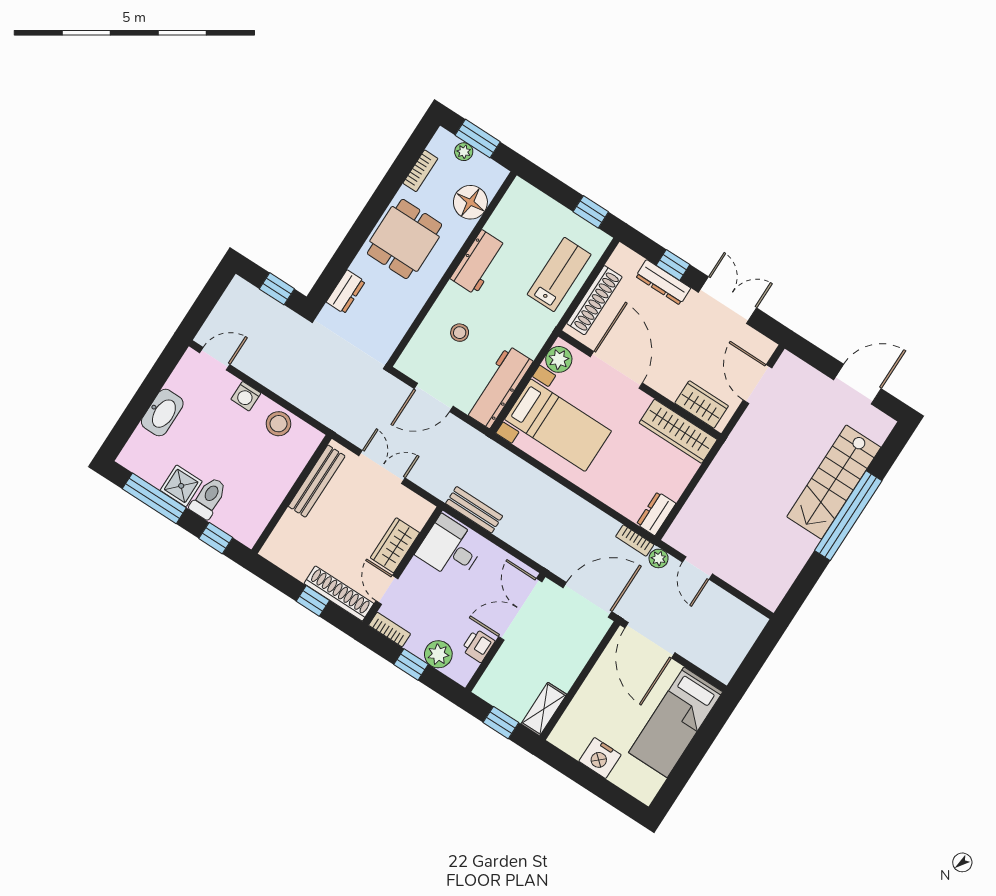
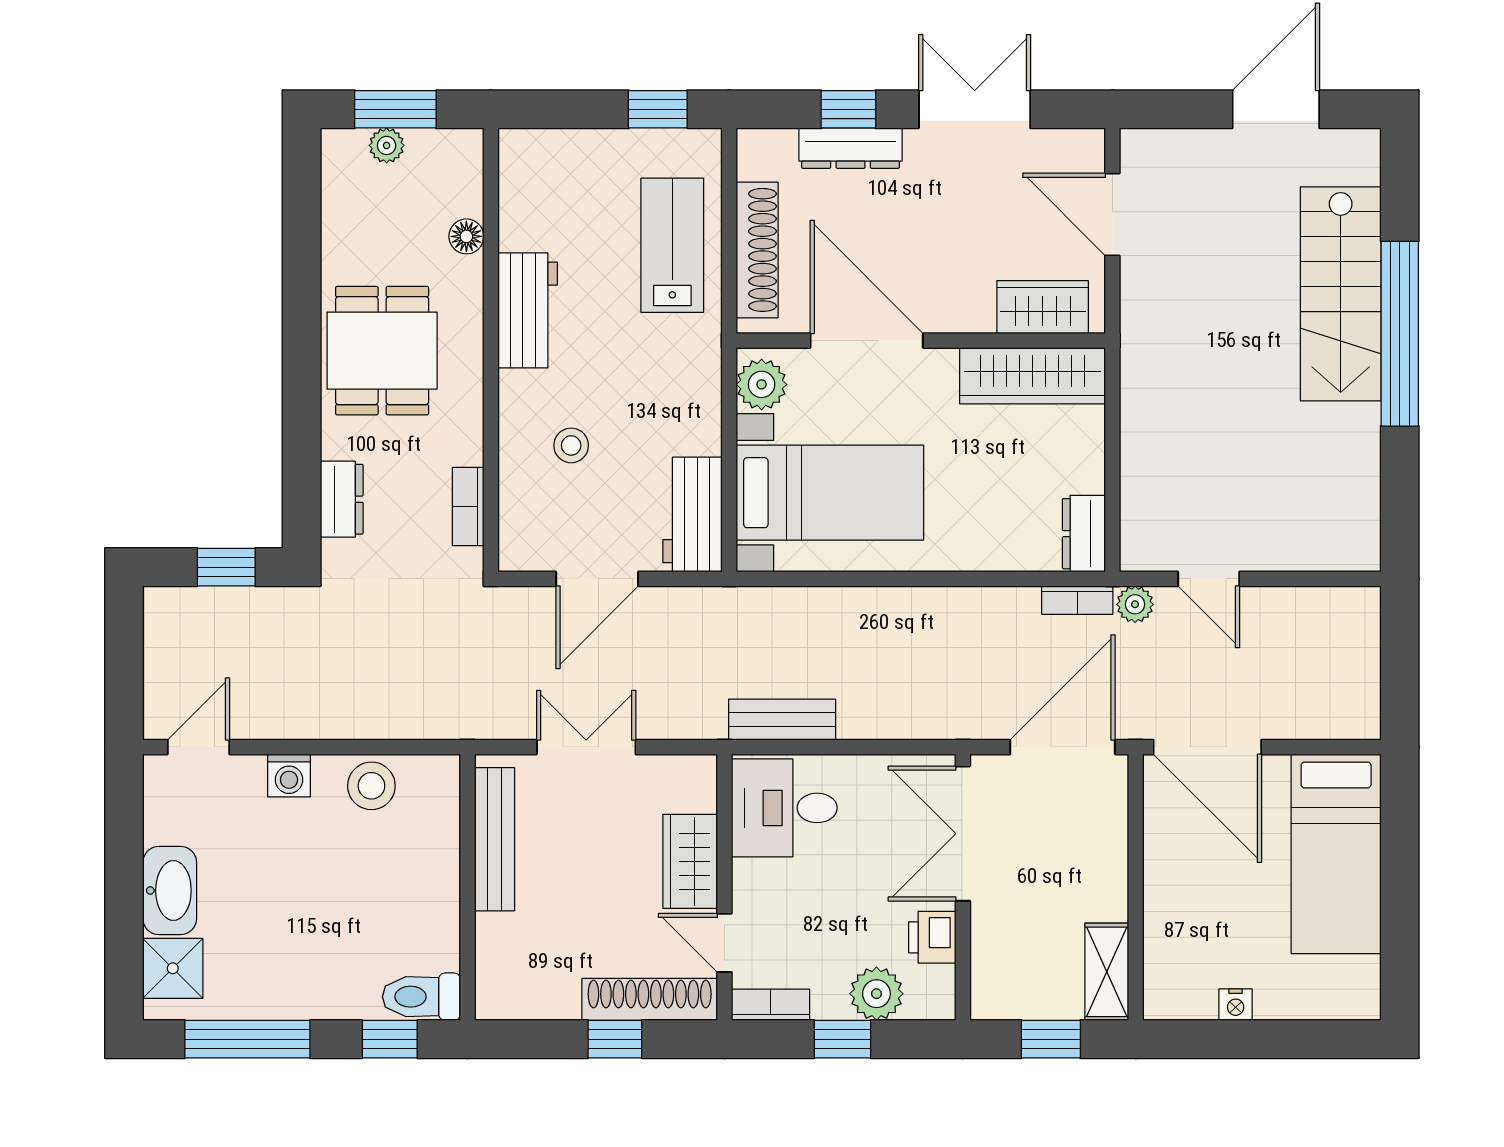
bookcase: (420, 171) -> (468, 506), moved, turned 180
floor lamp: (470, 202) -> (466, 236), width x0.53, depth x0.53
workbench: (499, 387) -> (693, 514), width x0.73
shower: (181, 486) -> (173, 968), moved
toilet: (208, 498) -> (421, 997), moved, turned -90
nightstand: (600, 758) -> (1236, 1005), width x0.53, depth x0.56

